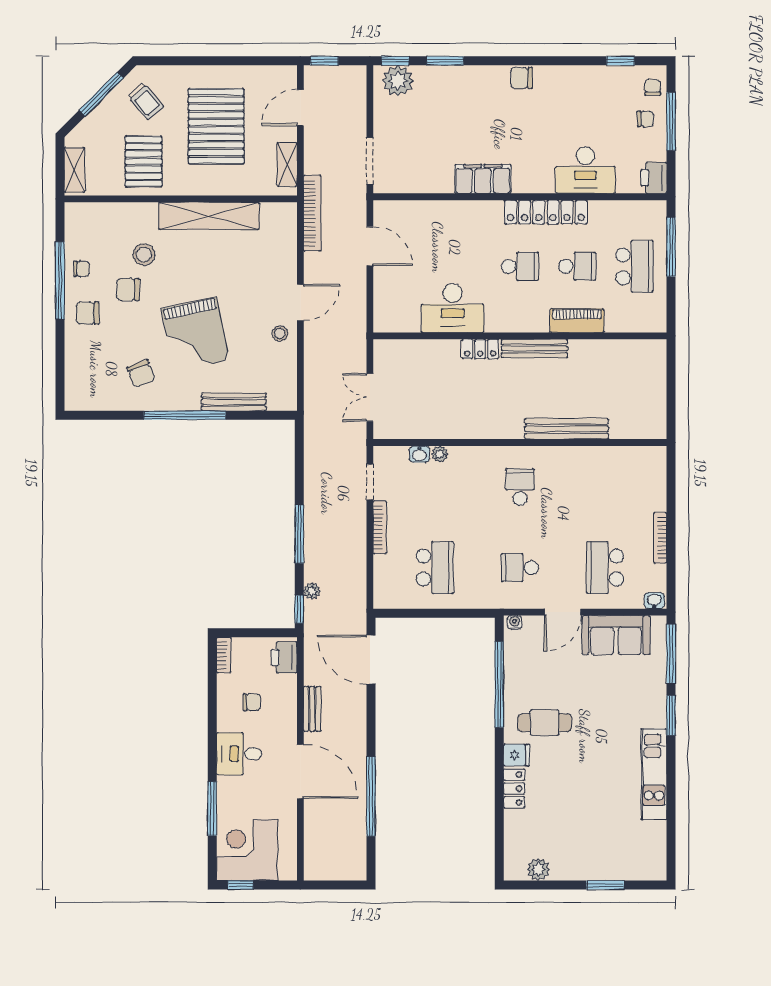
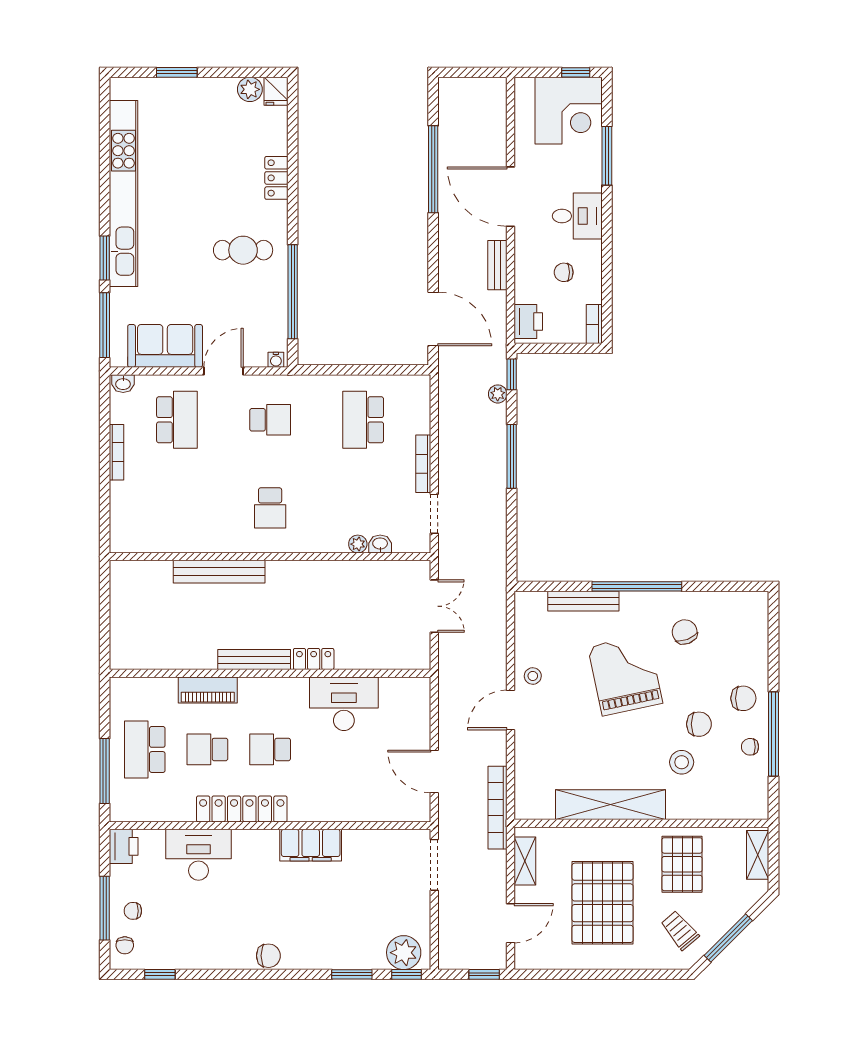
fridge: (517, 755) -> (276, 91), moved, turned -90
kitchen unit: (654, 774) -> (124, 193), width x1.86

